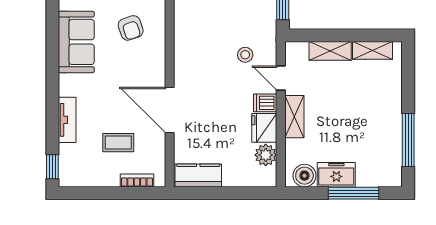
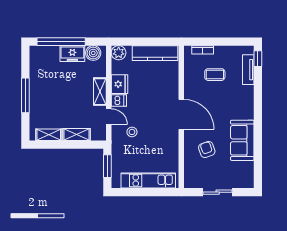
door: (170, 110) -> (181, 114), moved
tv unit: (67, 120) -> (248, 70), moved
window: (408, 140) -> (25, 95), moved
plant: (266, 155) -> (119, 53), moved
kitchen counter: (198, 175) -> (155, 53), width x1.50
window: (354, 193) -> (61, 42), width x1.46

